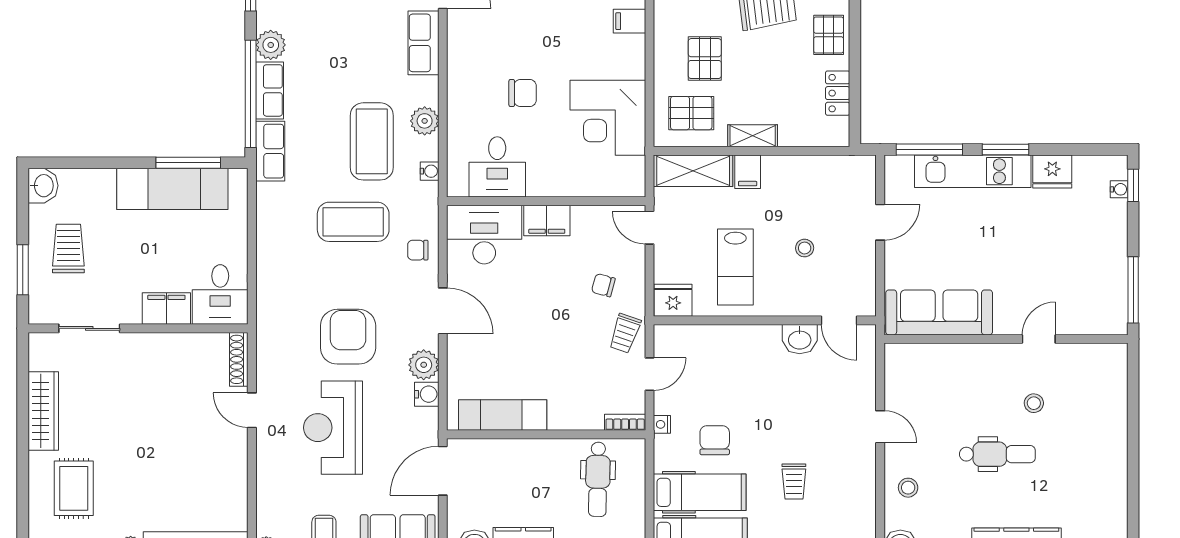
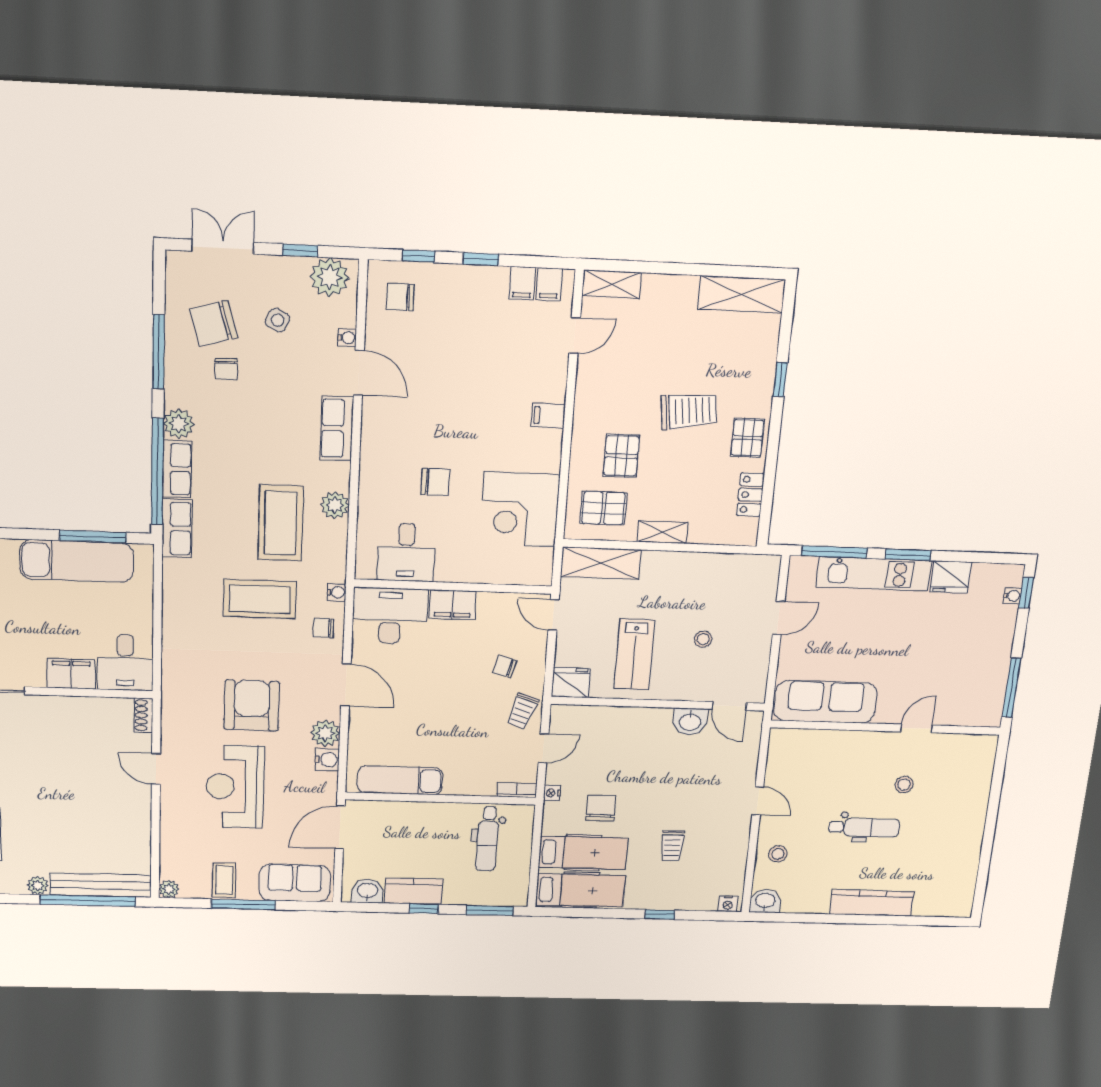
water cooler: (430, 171) -> (337, 592), moved
filing cabinet: (748, 172) -> (654, 566), removed
shoe rack: (239, 359) -> (143, 715), width x0.70

